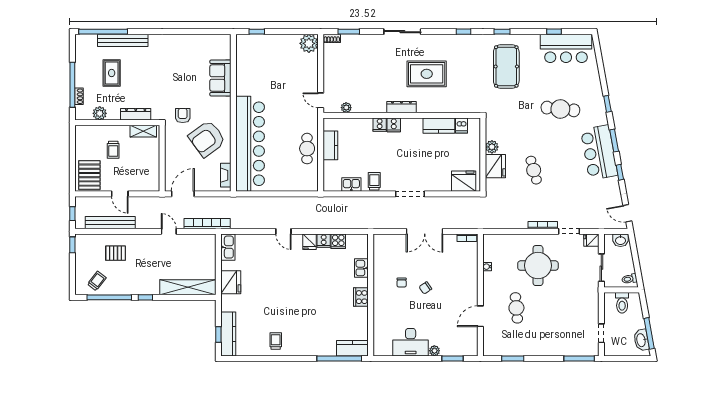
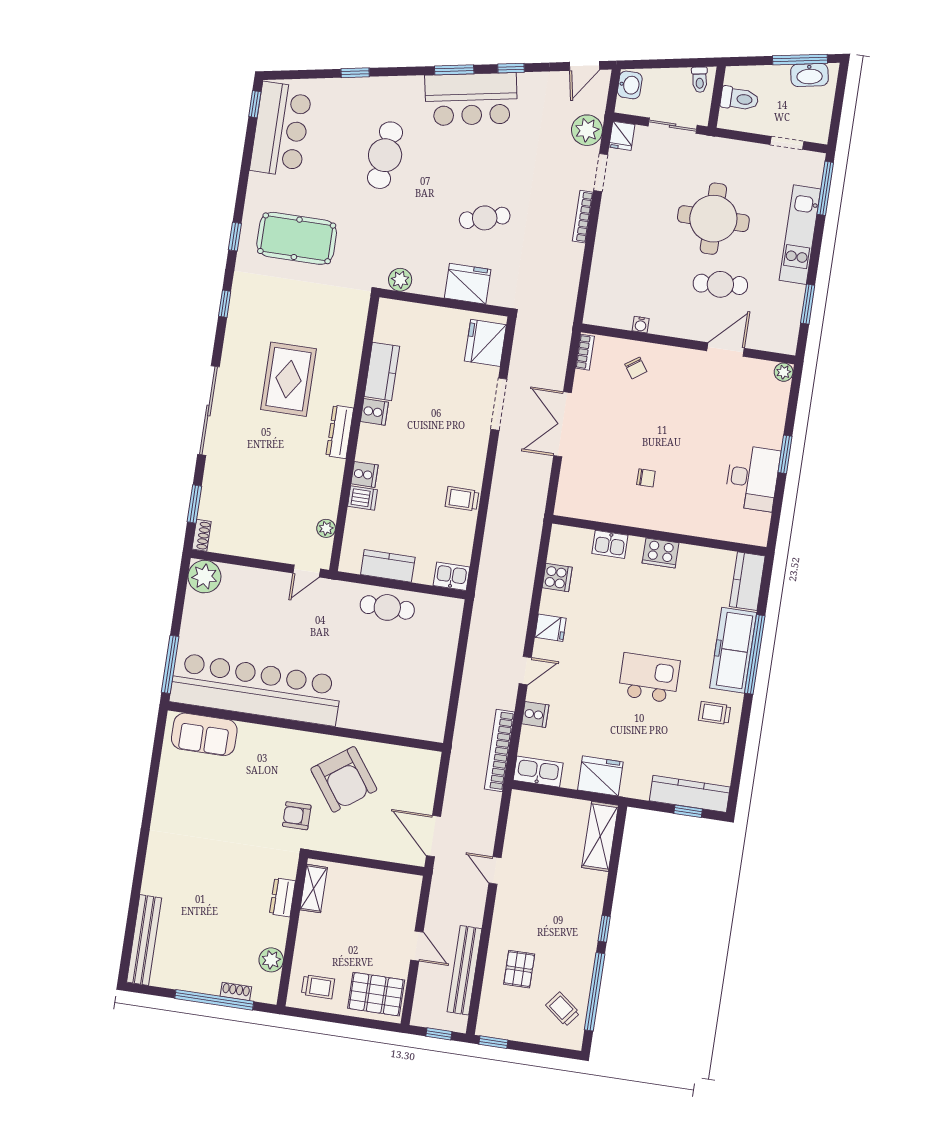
window: (103, 32) -> (130, 932), removed
window: (257, 32) -> (170, 664), width x2.17
sliding door: (402, 32) -> (209, 410), width x1.36
window: (554, 32) -> (255, 104), moved
bench: (123, 40) -> (144, 940), moved
rug: (112, 73) -> (204, 928), removed
sofa: (220, 78) -> (204, 734), moved
window: (607, 104) -> (355, 73), moved
dresser: (136, 114) -> (282, 897), width x0.70
cooker: (394, 125) -> (374, 412), moved
dishwasher: (461, 125) -> (362, 498), moved
bar counter: (250, 144) -> (256, 689), moved
plant: (492, 147) -> (400, 280), moved
trolley: (113, 150) -> (318, 987), moved
fireplace: (226, 175) -> (412, 756), removed
kitchen sink: (351, 184) -> (451, 576), moved, turned 90
door: (120, 194) -> (417, 946), hinge flipped
doorway: (410, 194) -> (499, 404), moved
plant: (592, 220) -> (587, 130), added
bookcase: (207, 224) -> (499, 750), moved
door: (169, 231) -> (495, 870), hinge flipped
double door: (425, 231) -> (563, 424), swing flipped
cooker: (324, 241) -> (535, 714), moved
round table: (538, 266) -> (713, 219), moved
shelving: (188, 287) -> (600, 836), width x0.68
chair: (425, 288) -> (636, 368), moved
kitchen island: (290, 301) -> (649, 678), added
door: (480, 316) -> (726, 350), swing flipped
freezer: (312, 346) -> (733, 650), added
kitchen unit: (551, 348) -> (800, 235), added
plant: (434, 351) -> (784, 372), moved
window: (339, 359) -> (755, 654), moved
window: (453, 359) -> (785, 454), moved

